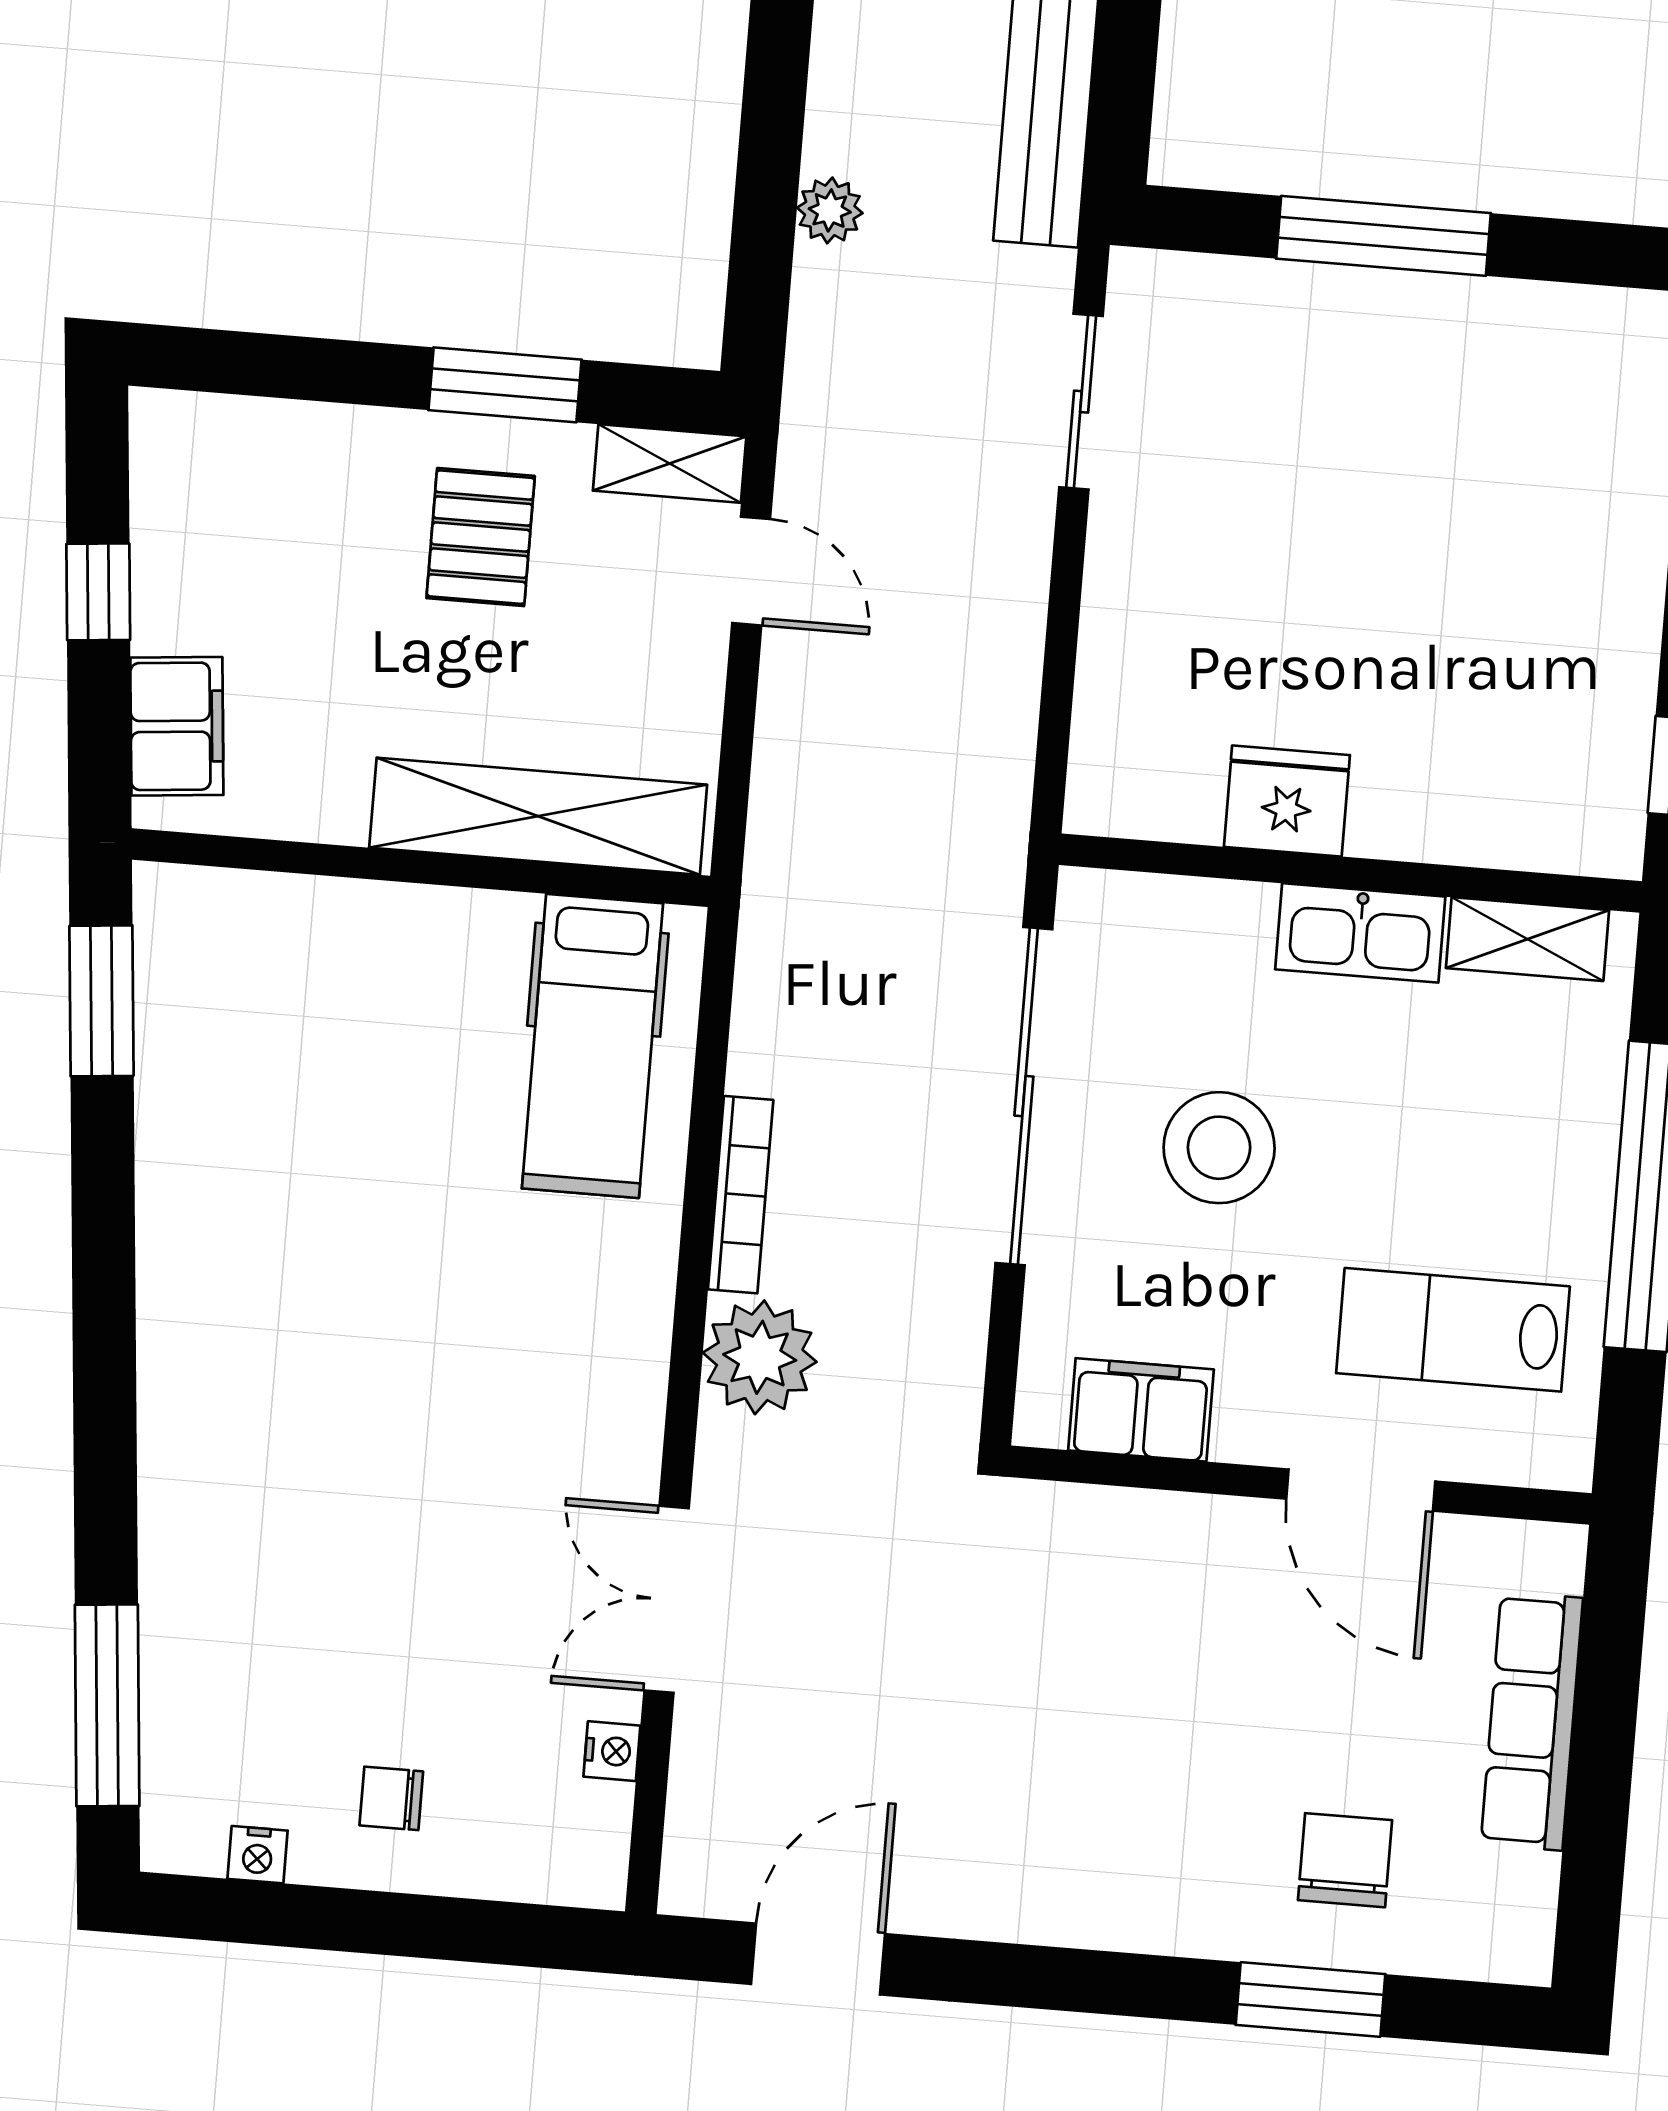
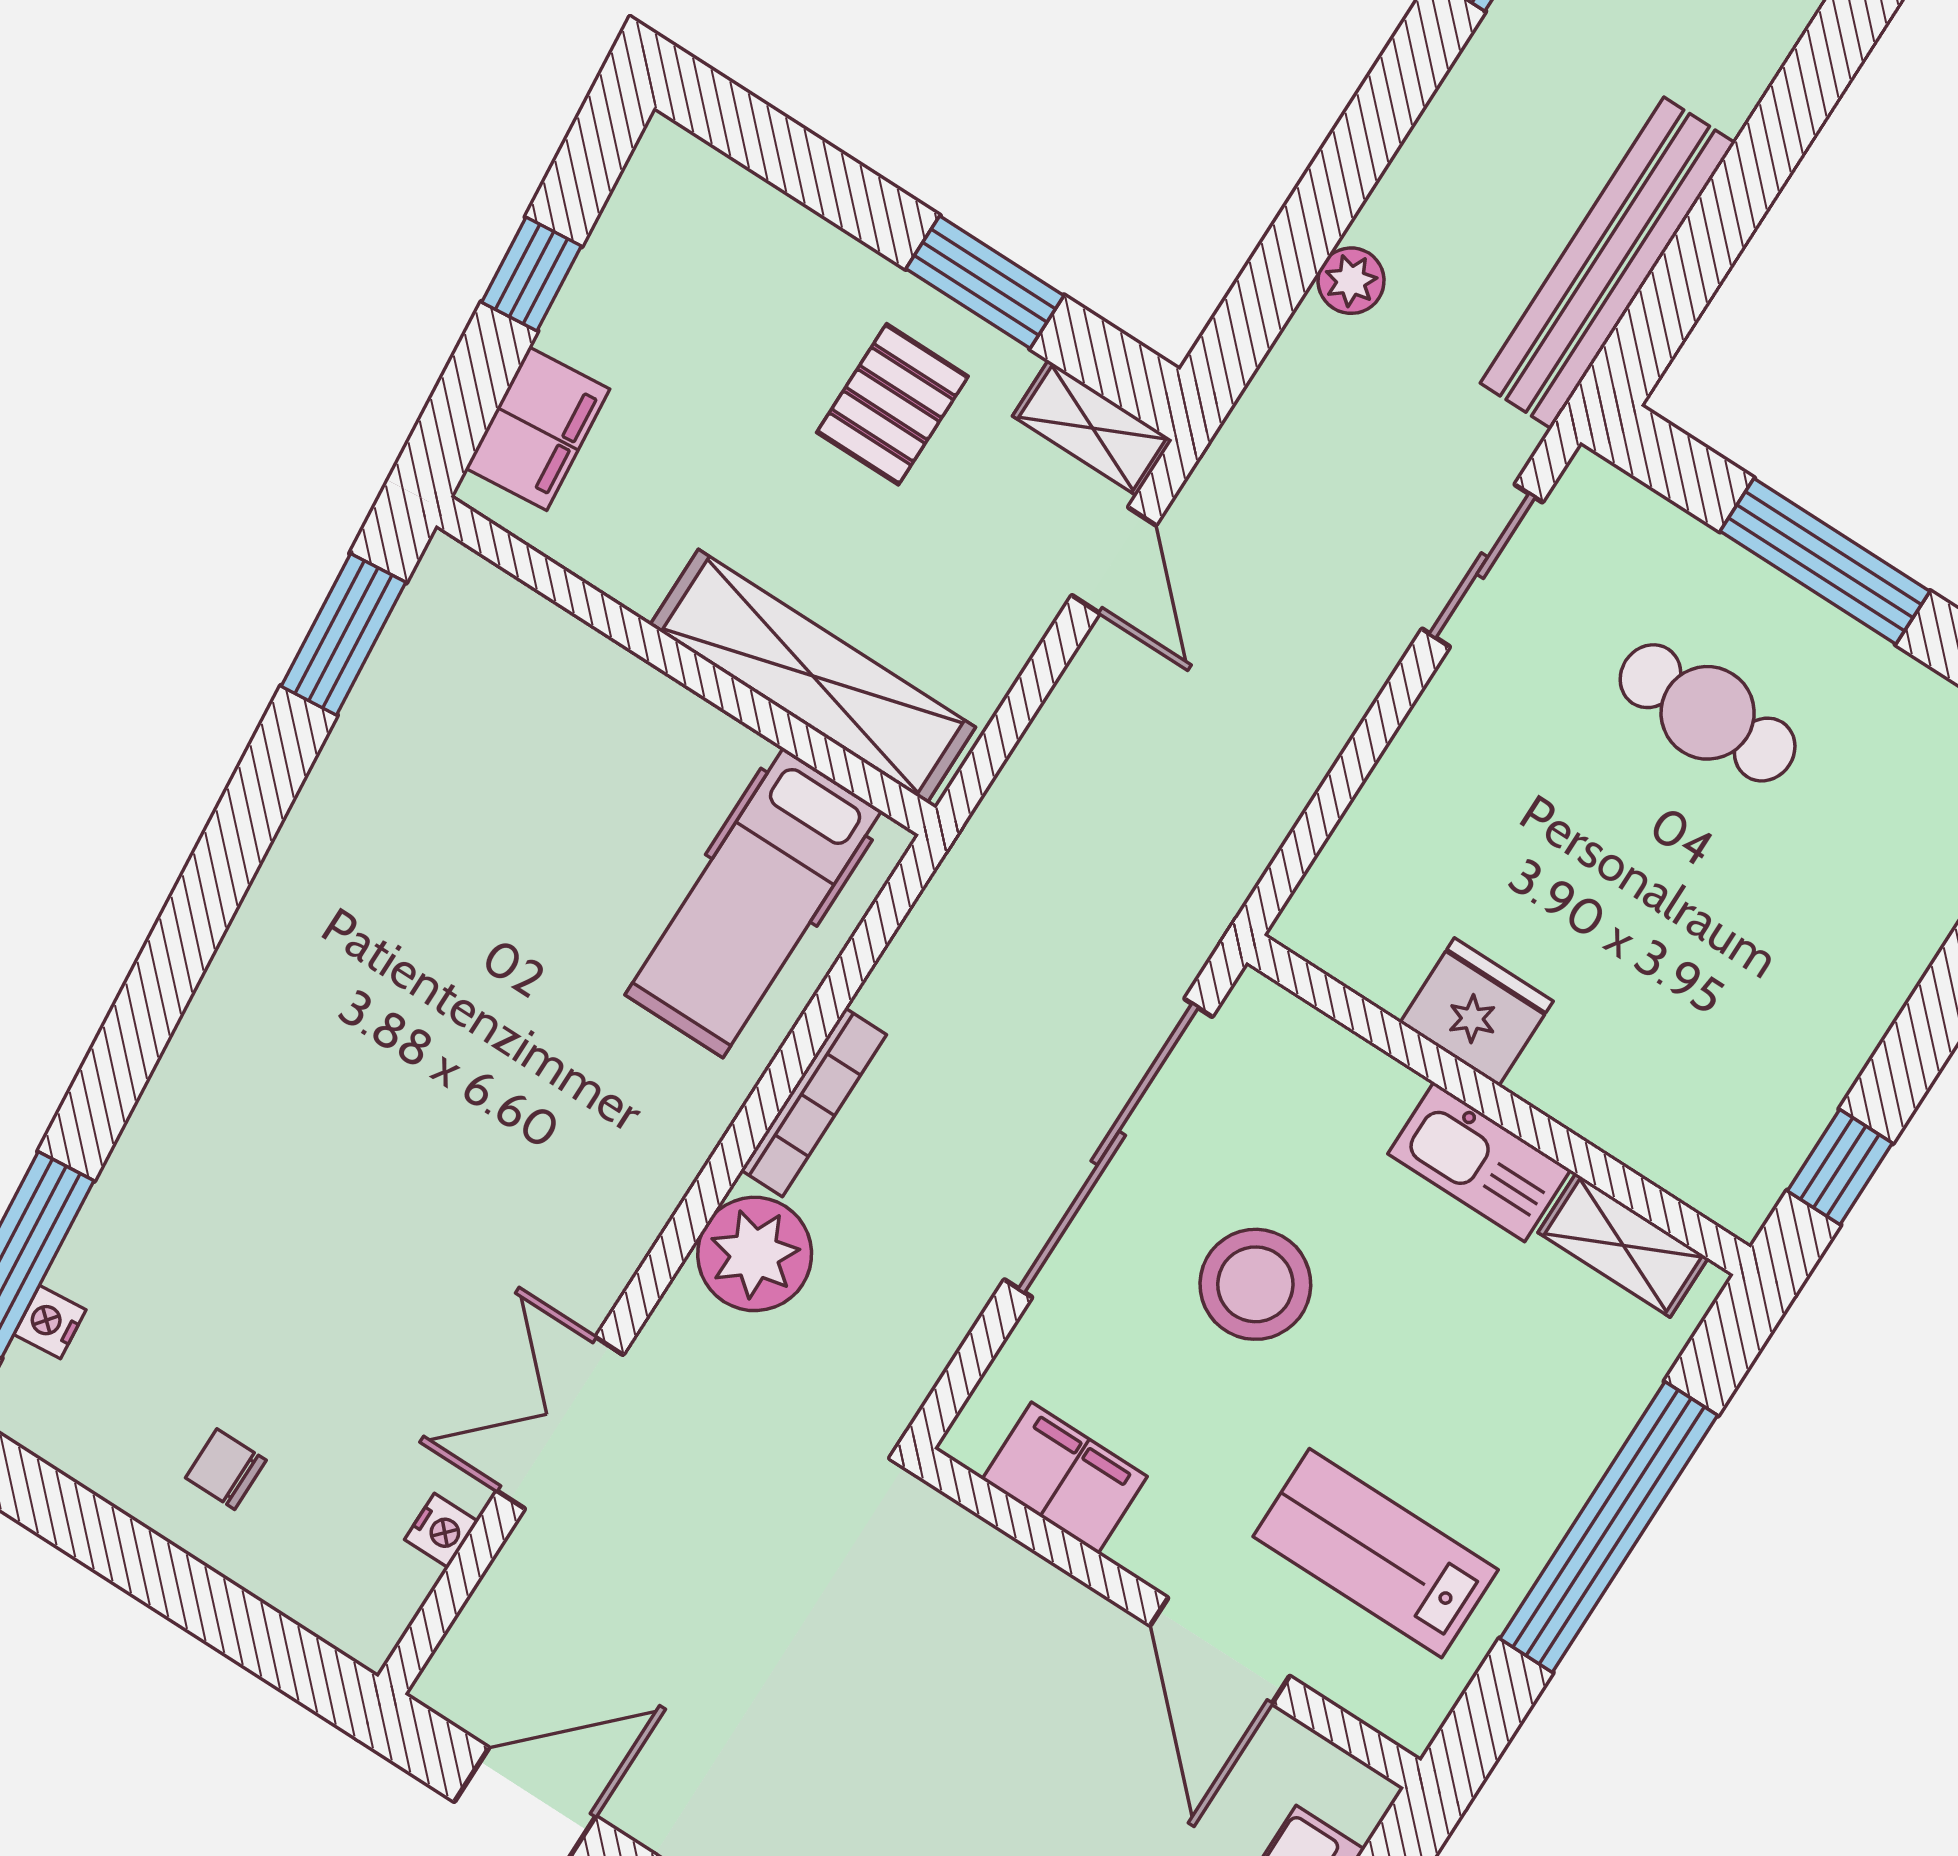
cafe table: (1351, 426) -> (1708, 713), added
nightstand: (257, 1855) -> (50, 1322), moved, turned 85

